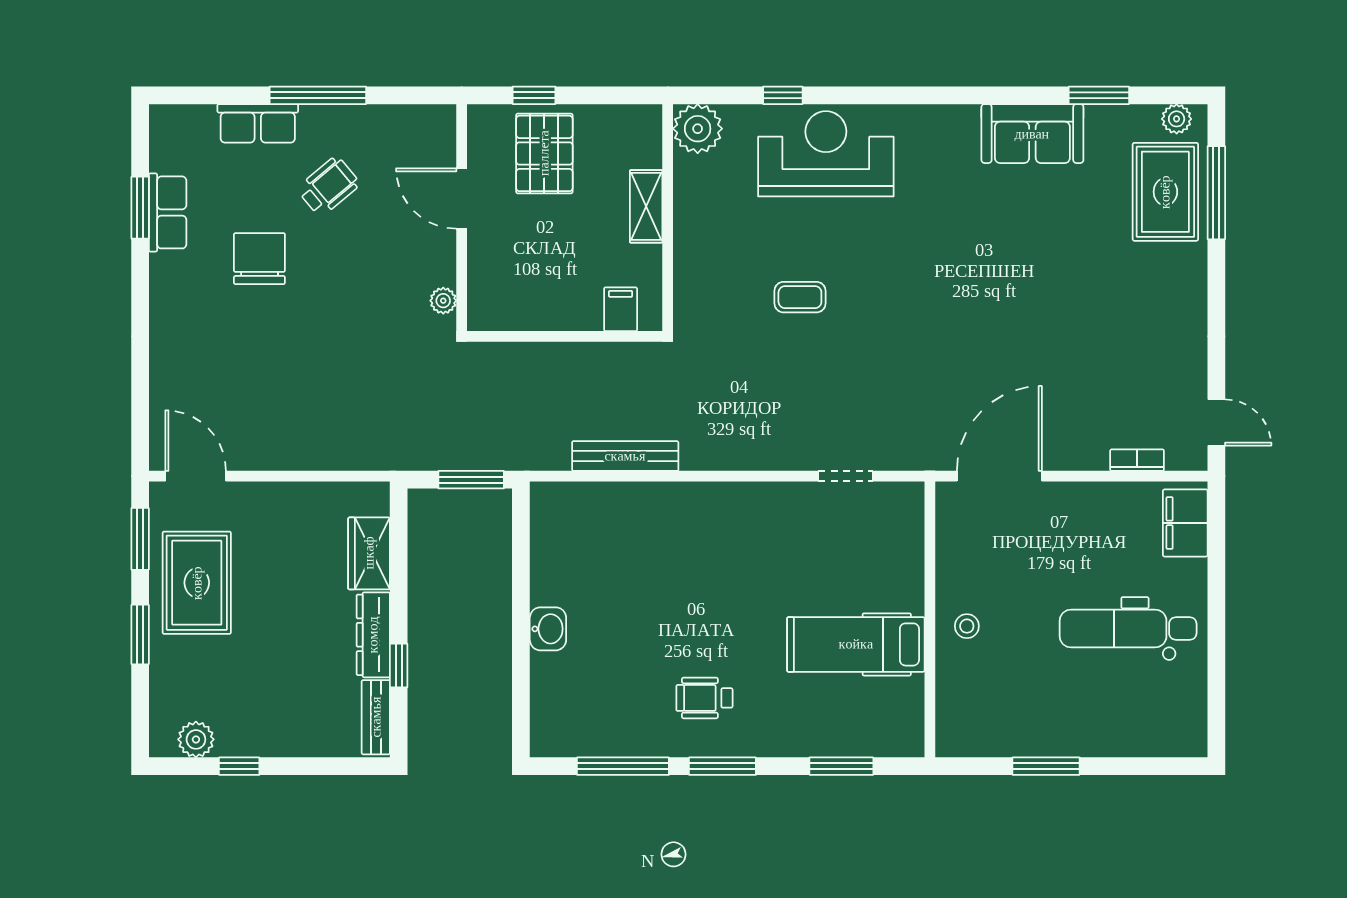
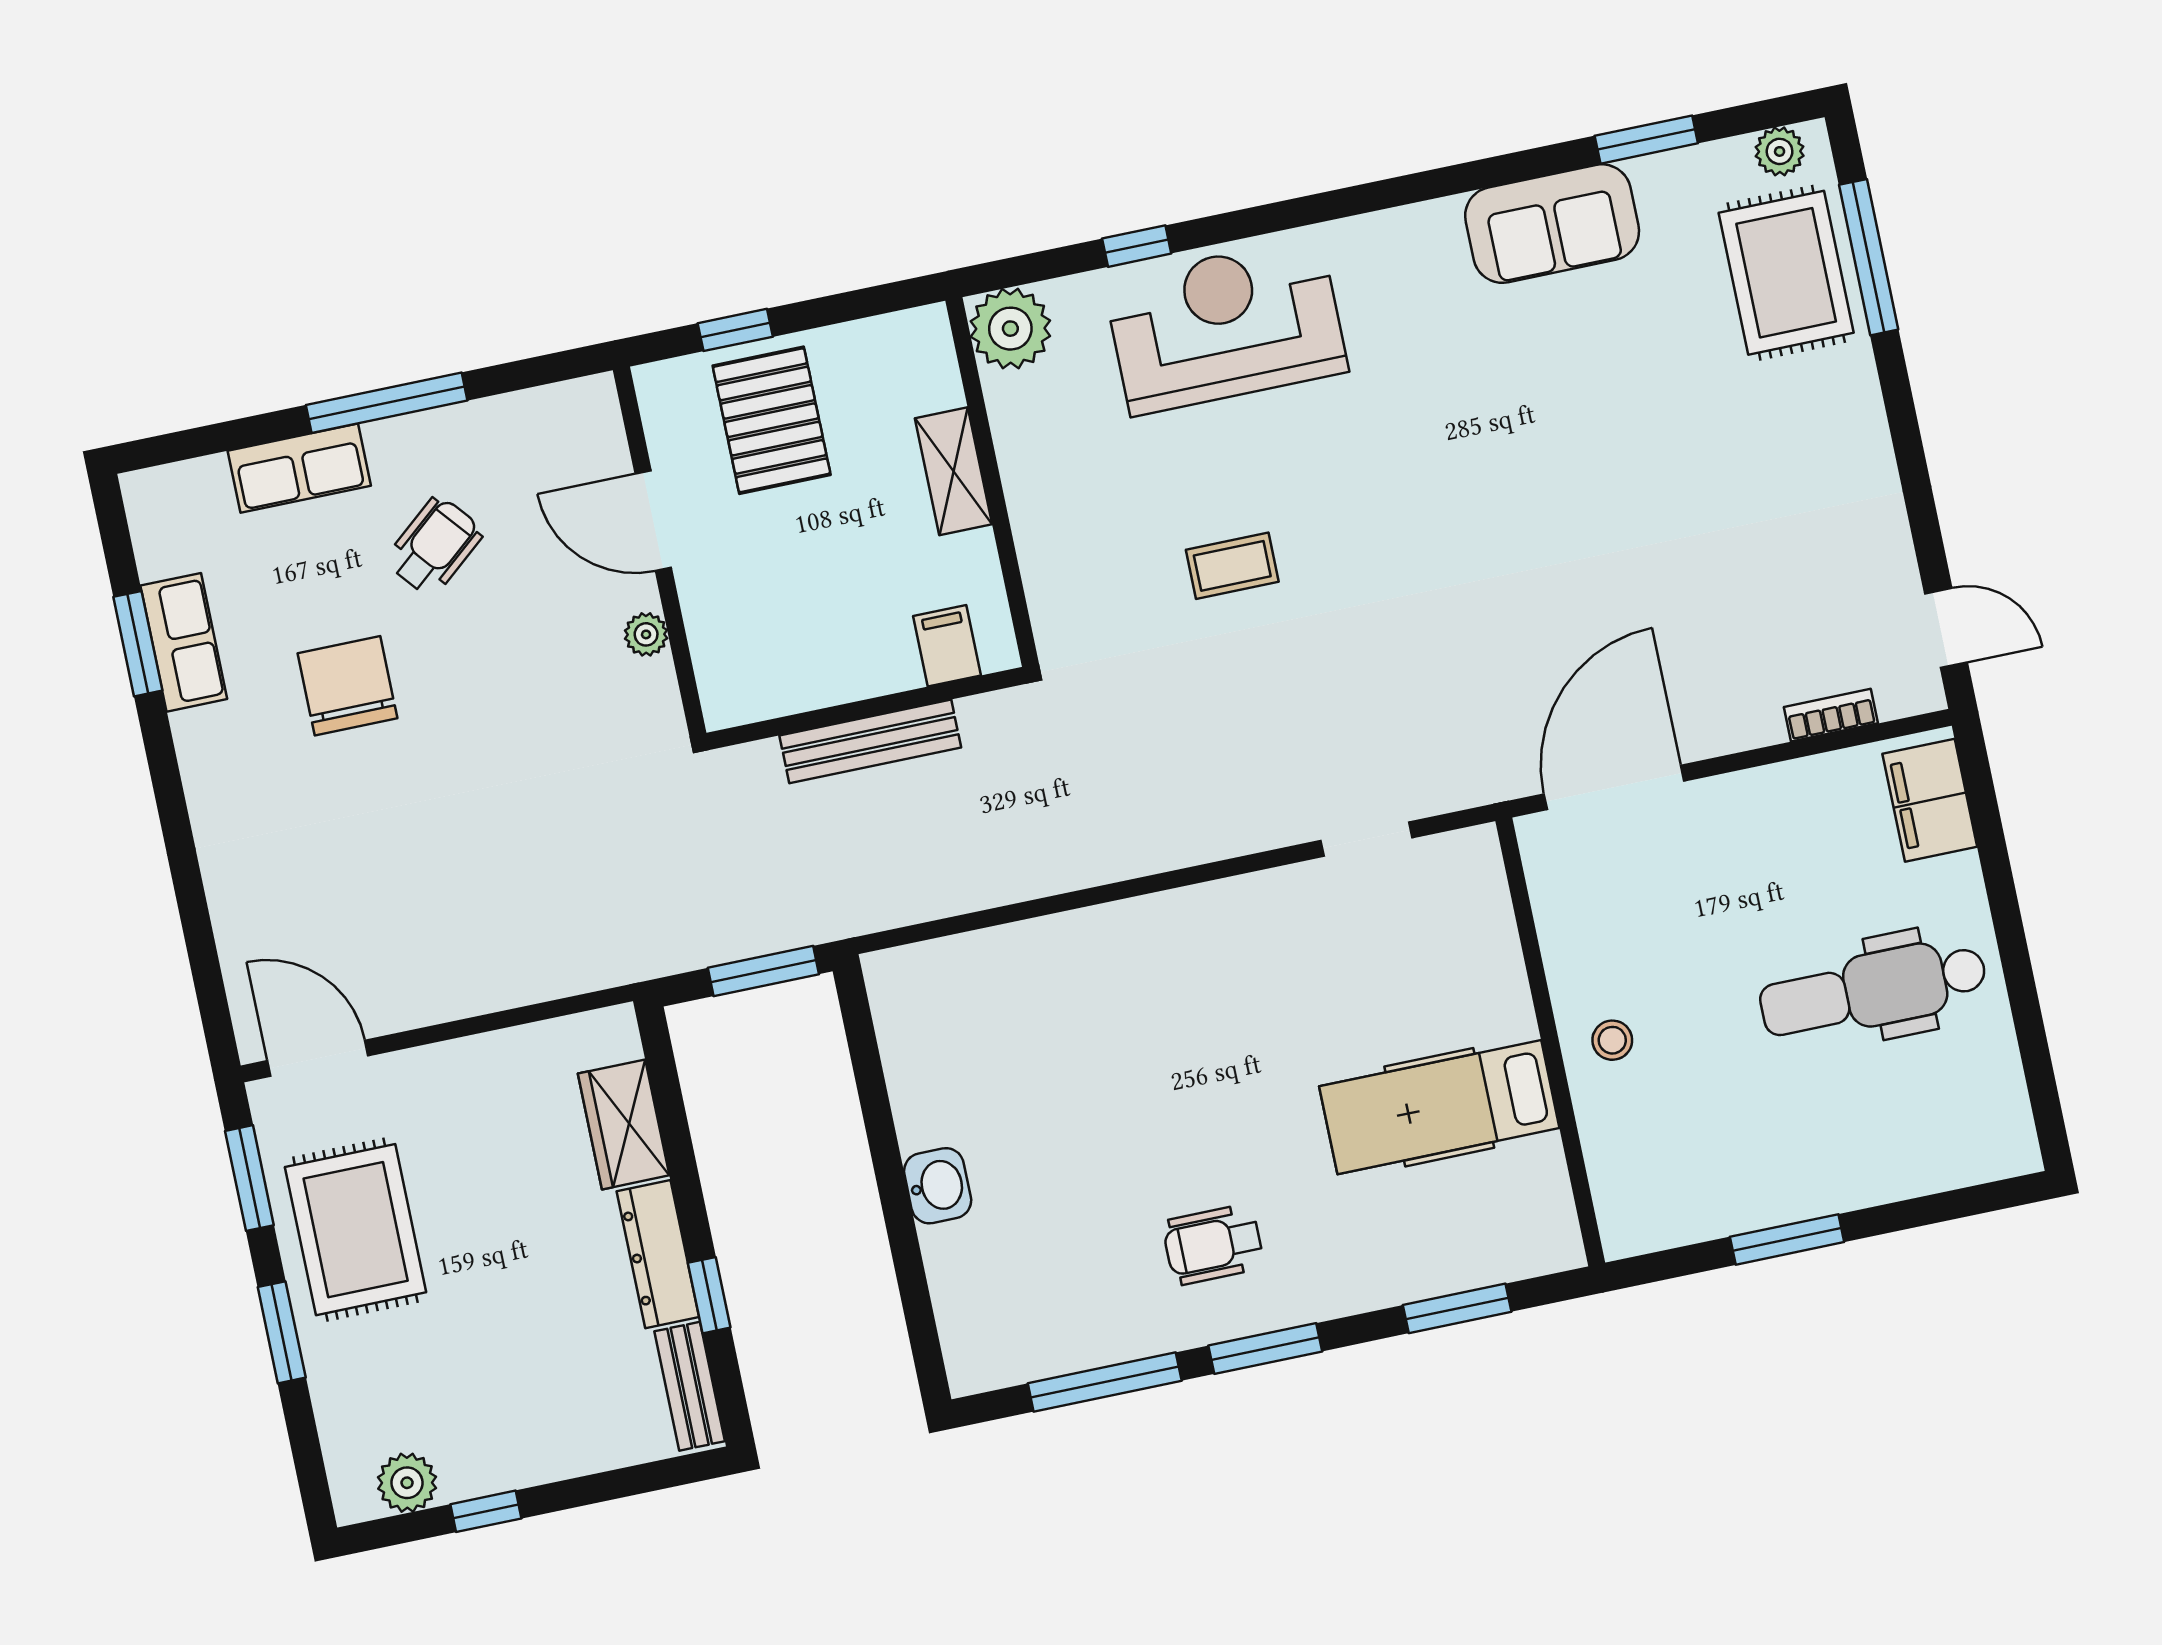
plant: (443, 301) -> (646, 634), moved
bench: (625, 456) -> (870, 741), moved

